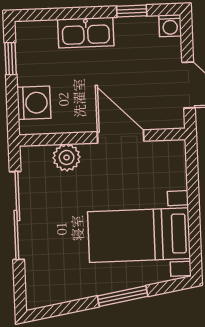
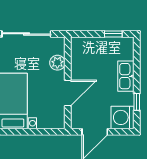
washing machine: (170, 26) -> (123, 117), width x1.89, depth x1.89
washing machine: (34, 103) -> (88, 46), removed

